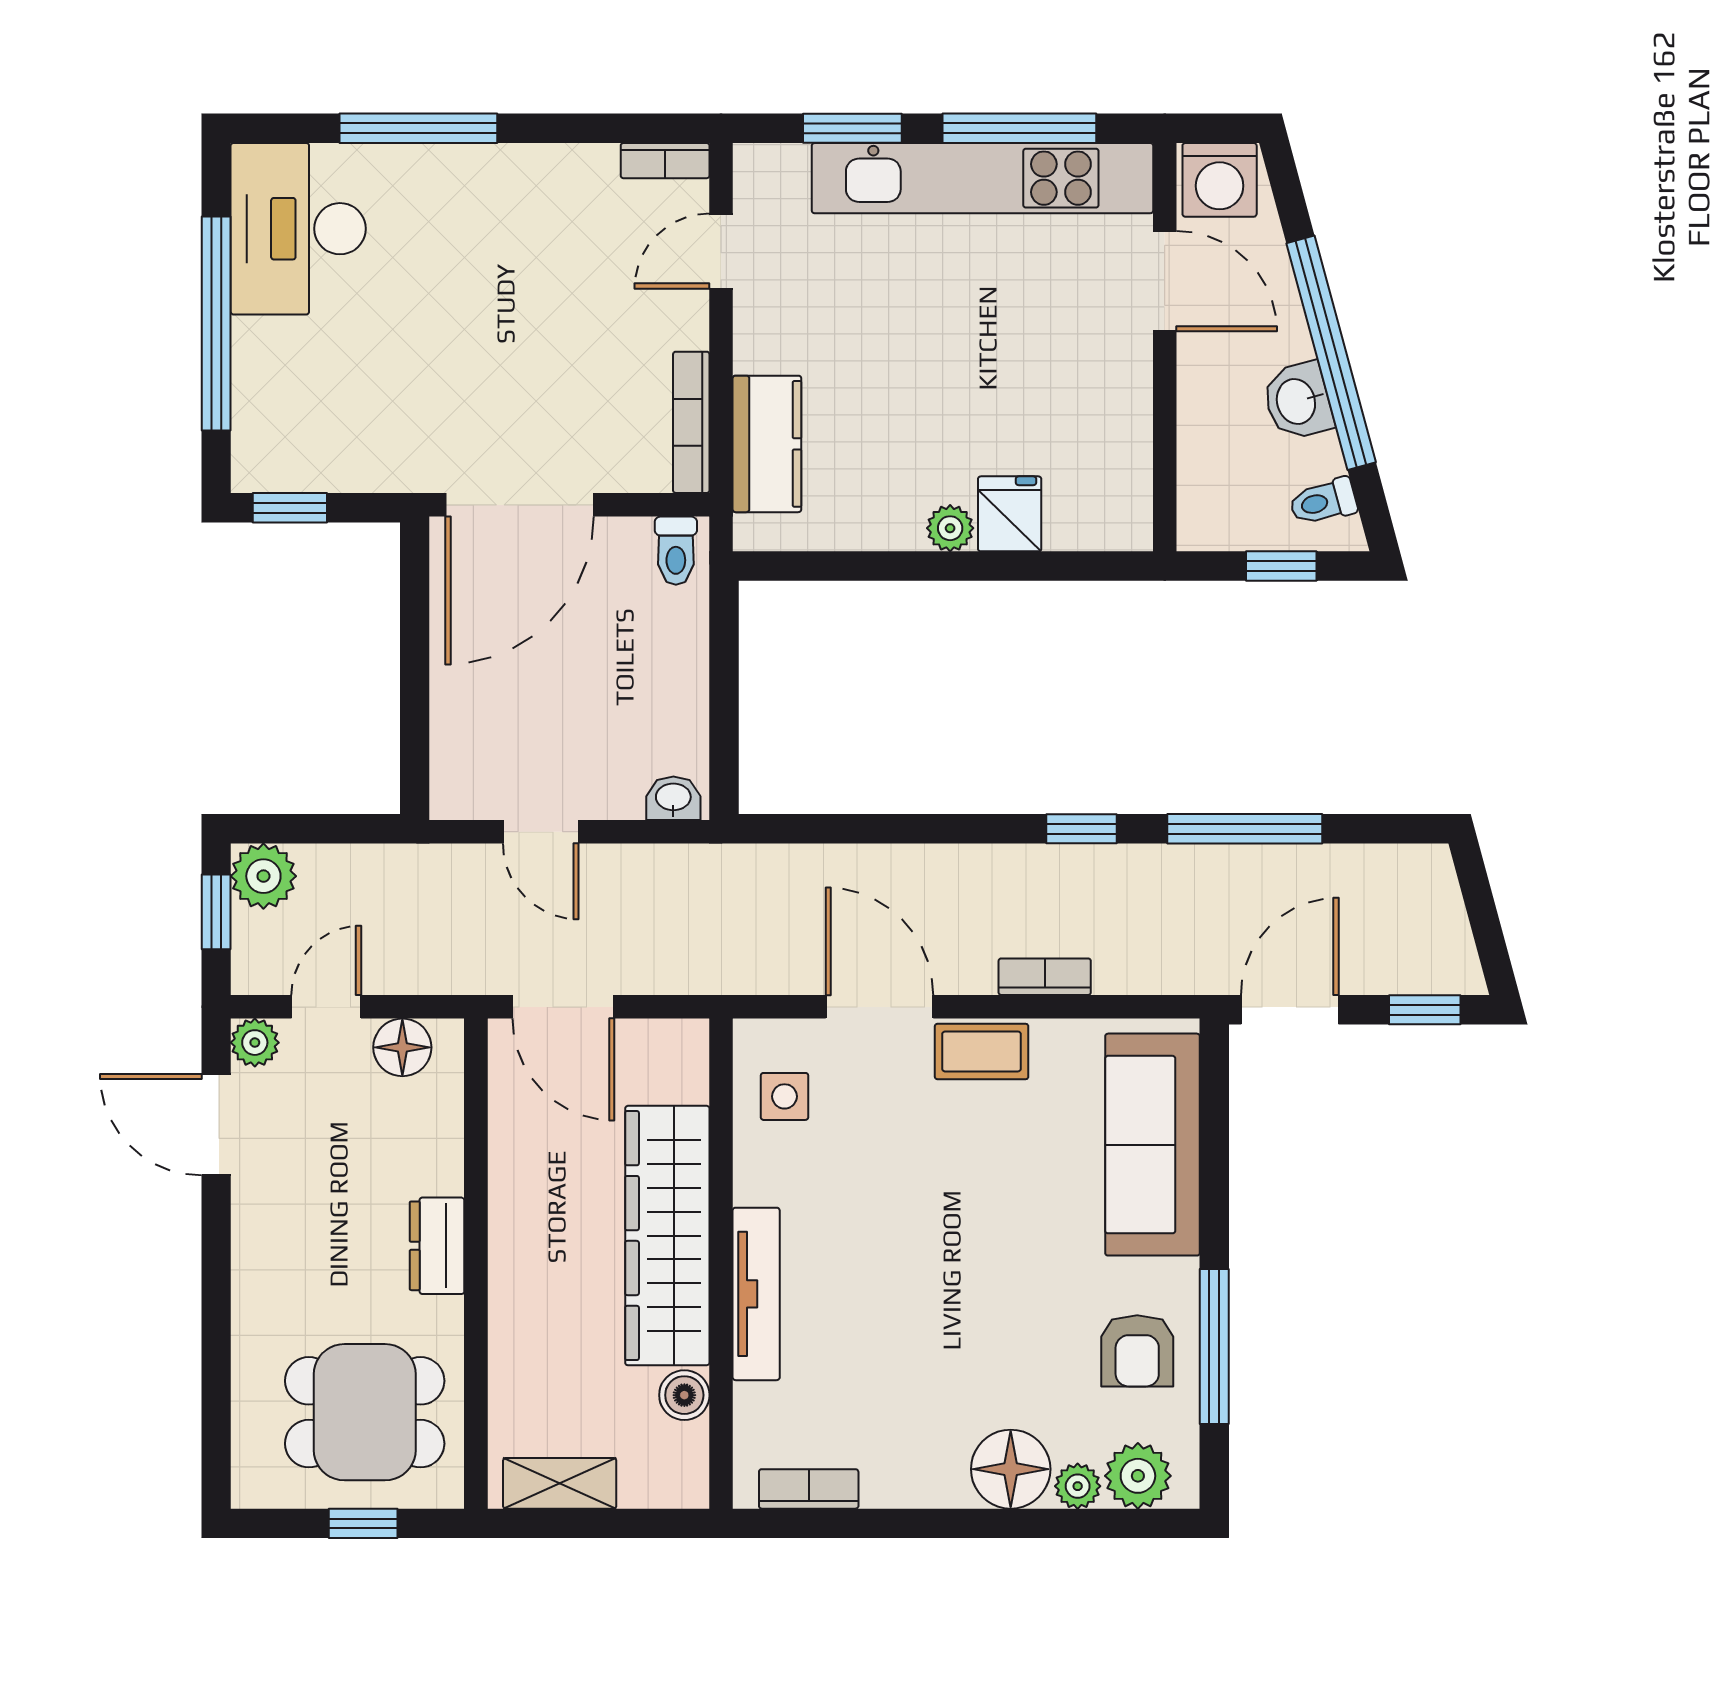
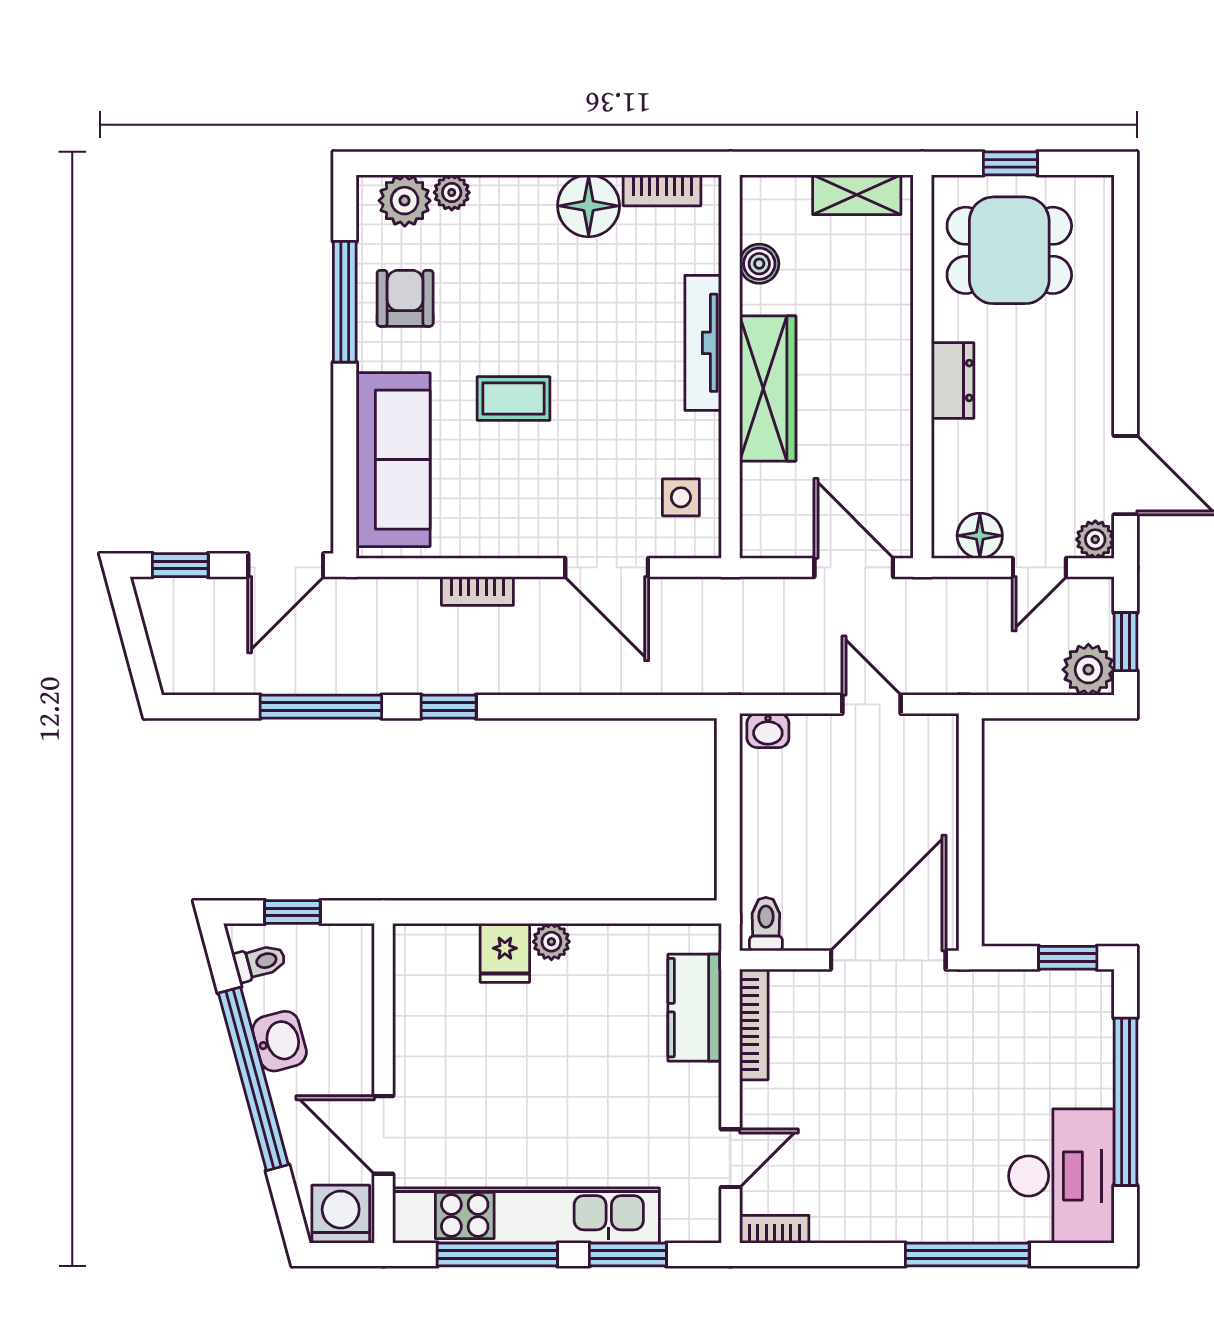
coffee table: (982, 1051) -> (514, 398), moved
wardrobe: (667, 1236) -> (768, 388), width x0.71, depth x0.85
floor lamp: (1011, 1469) -> (589, 206), moved

